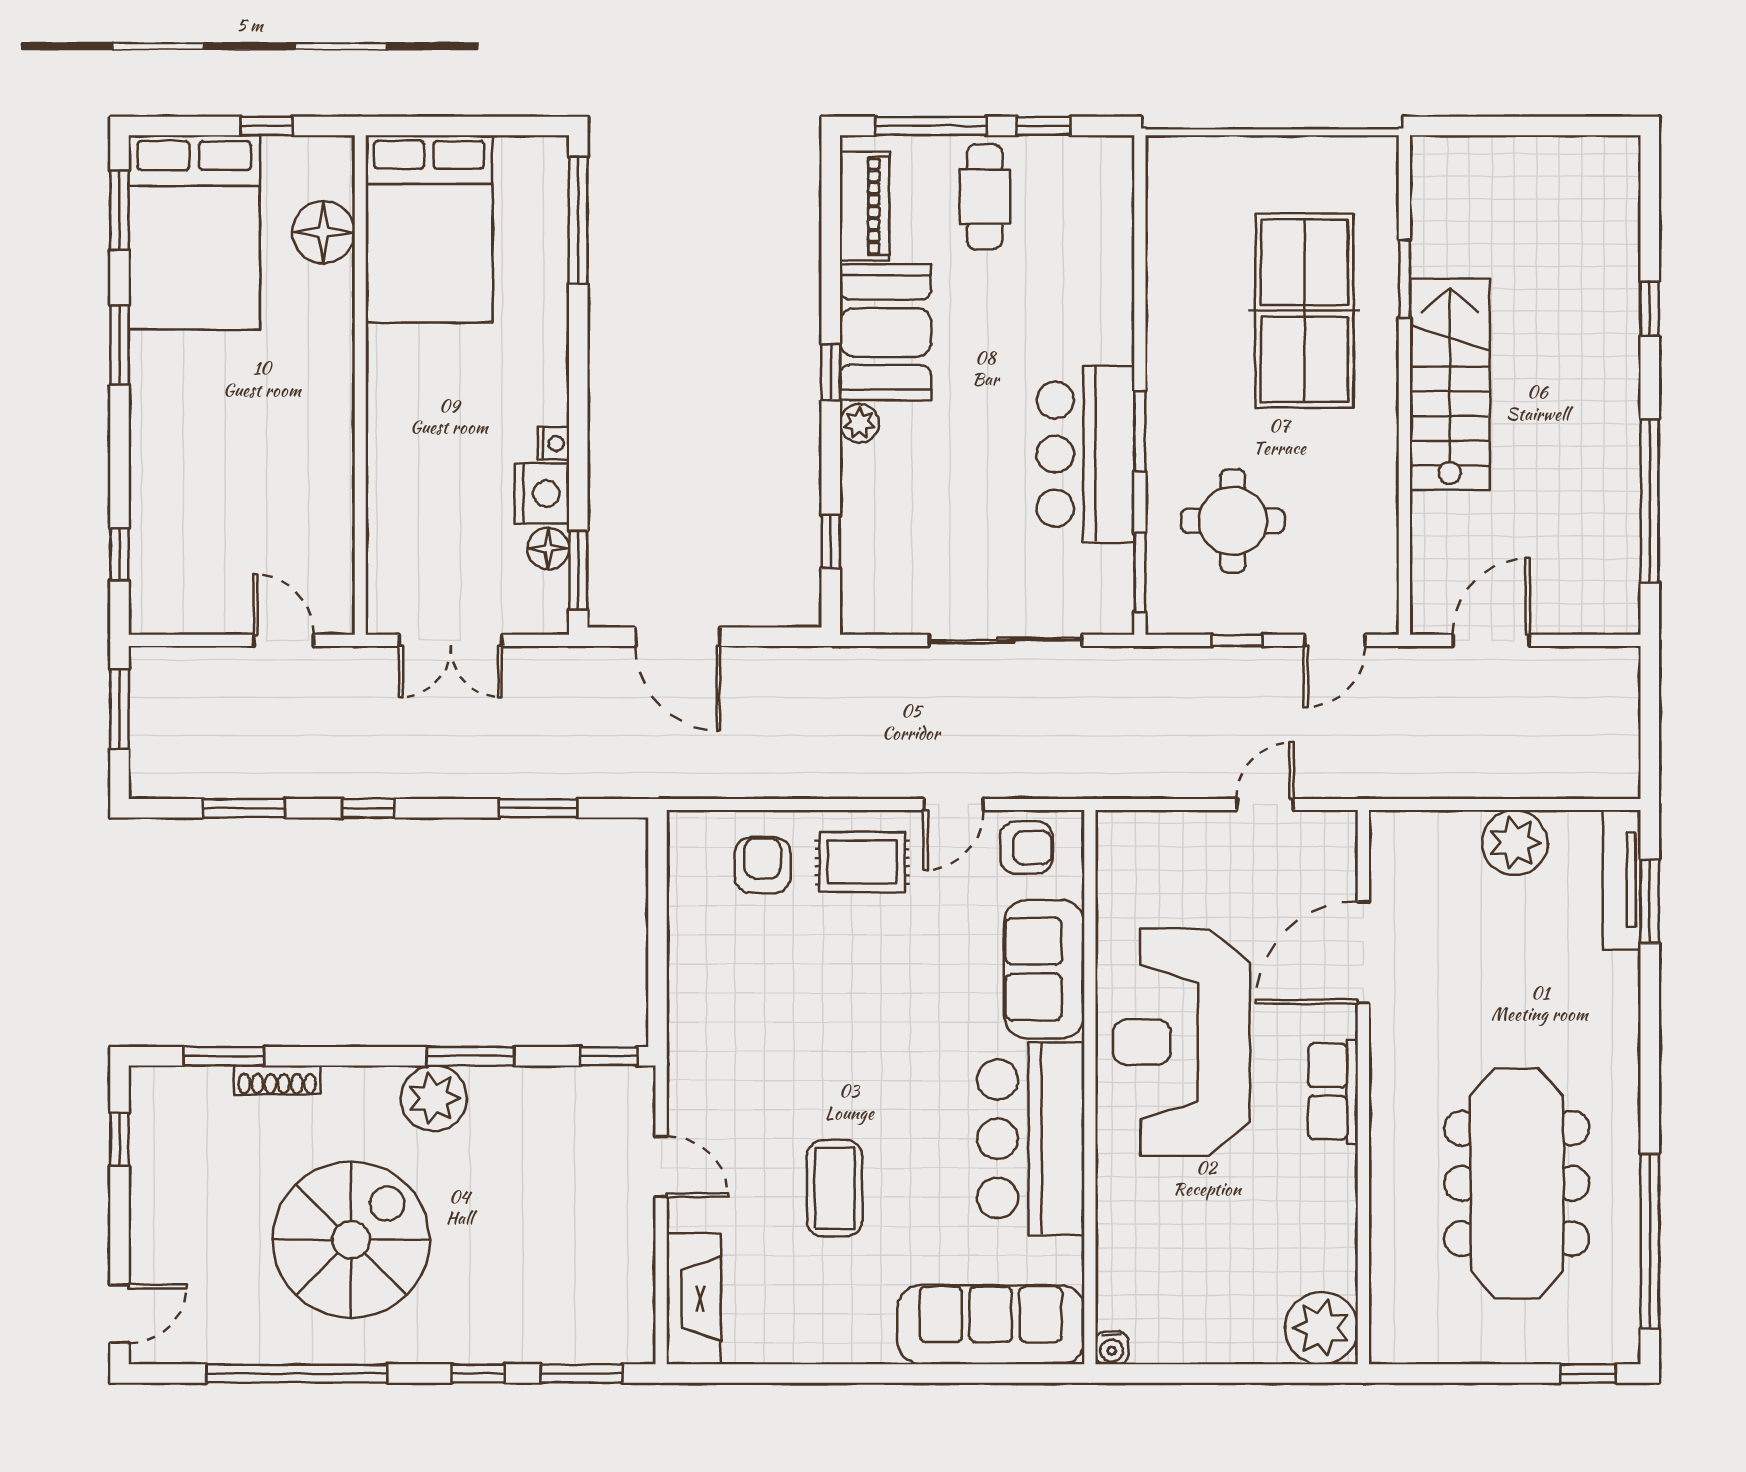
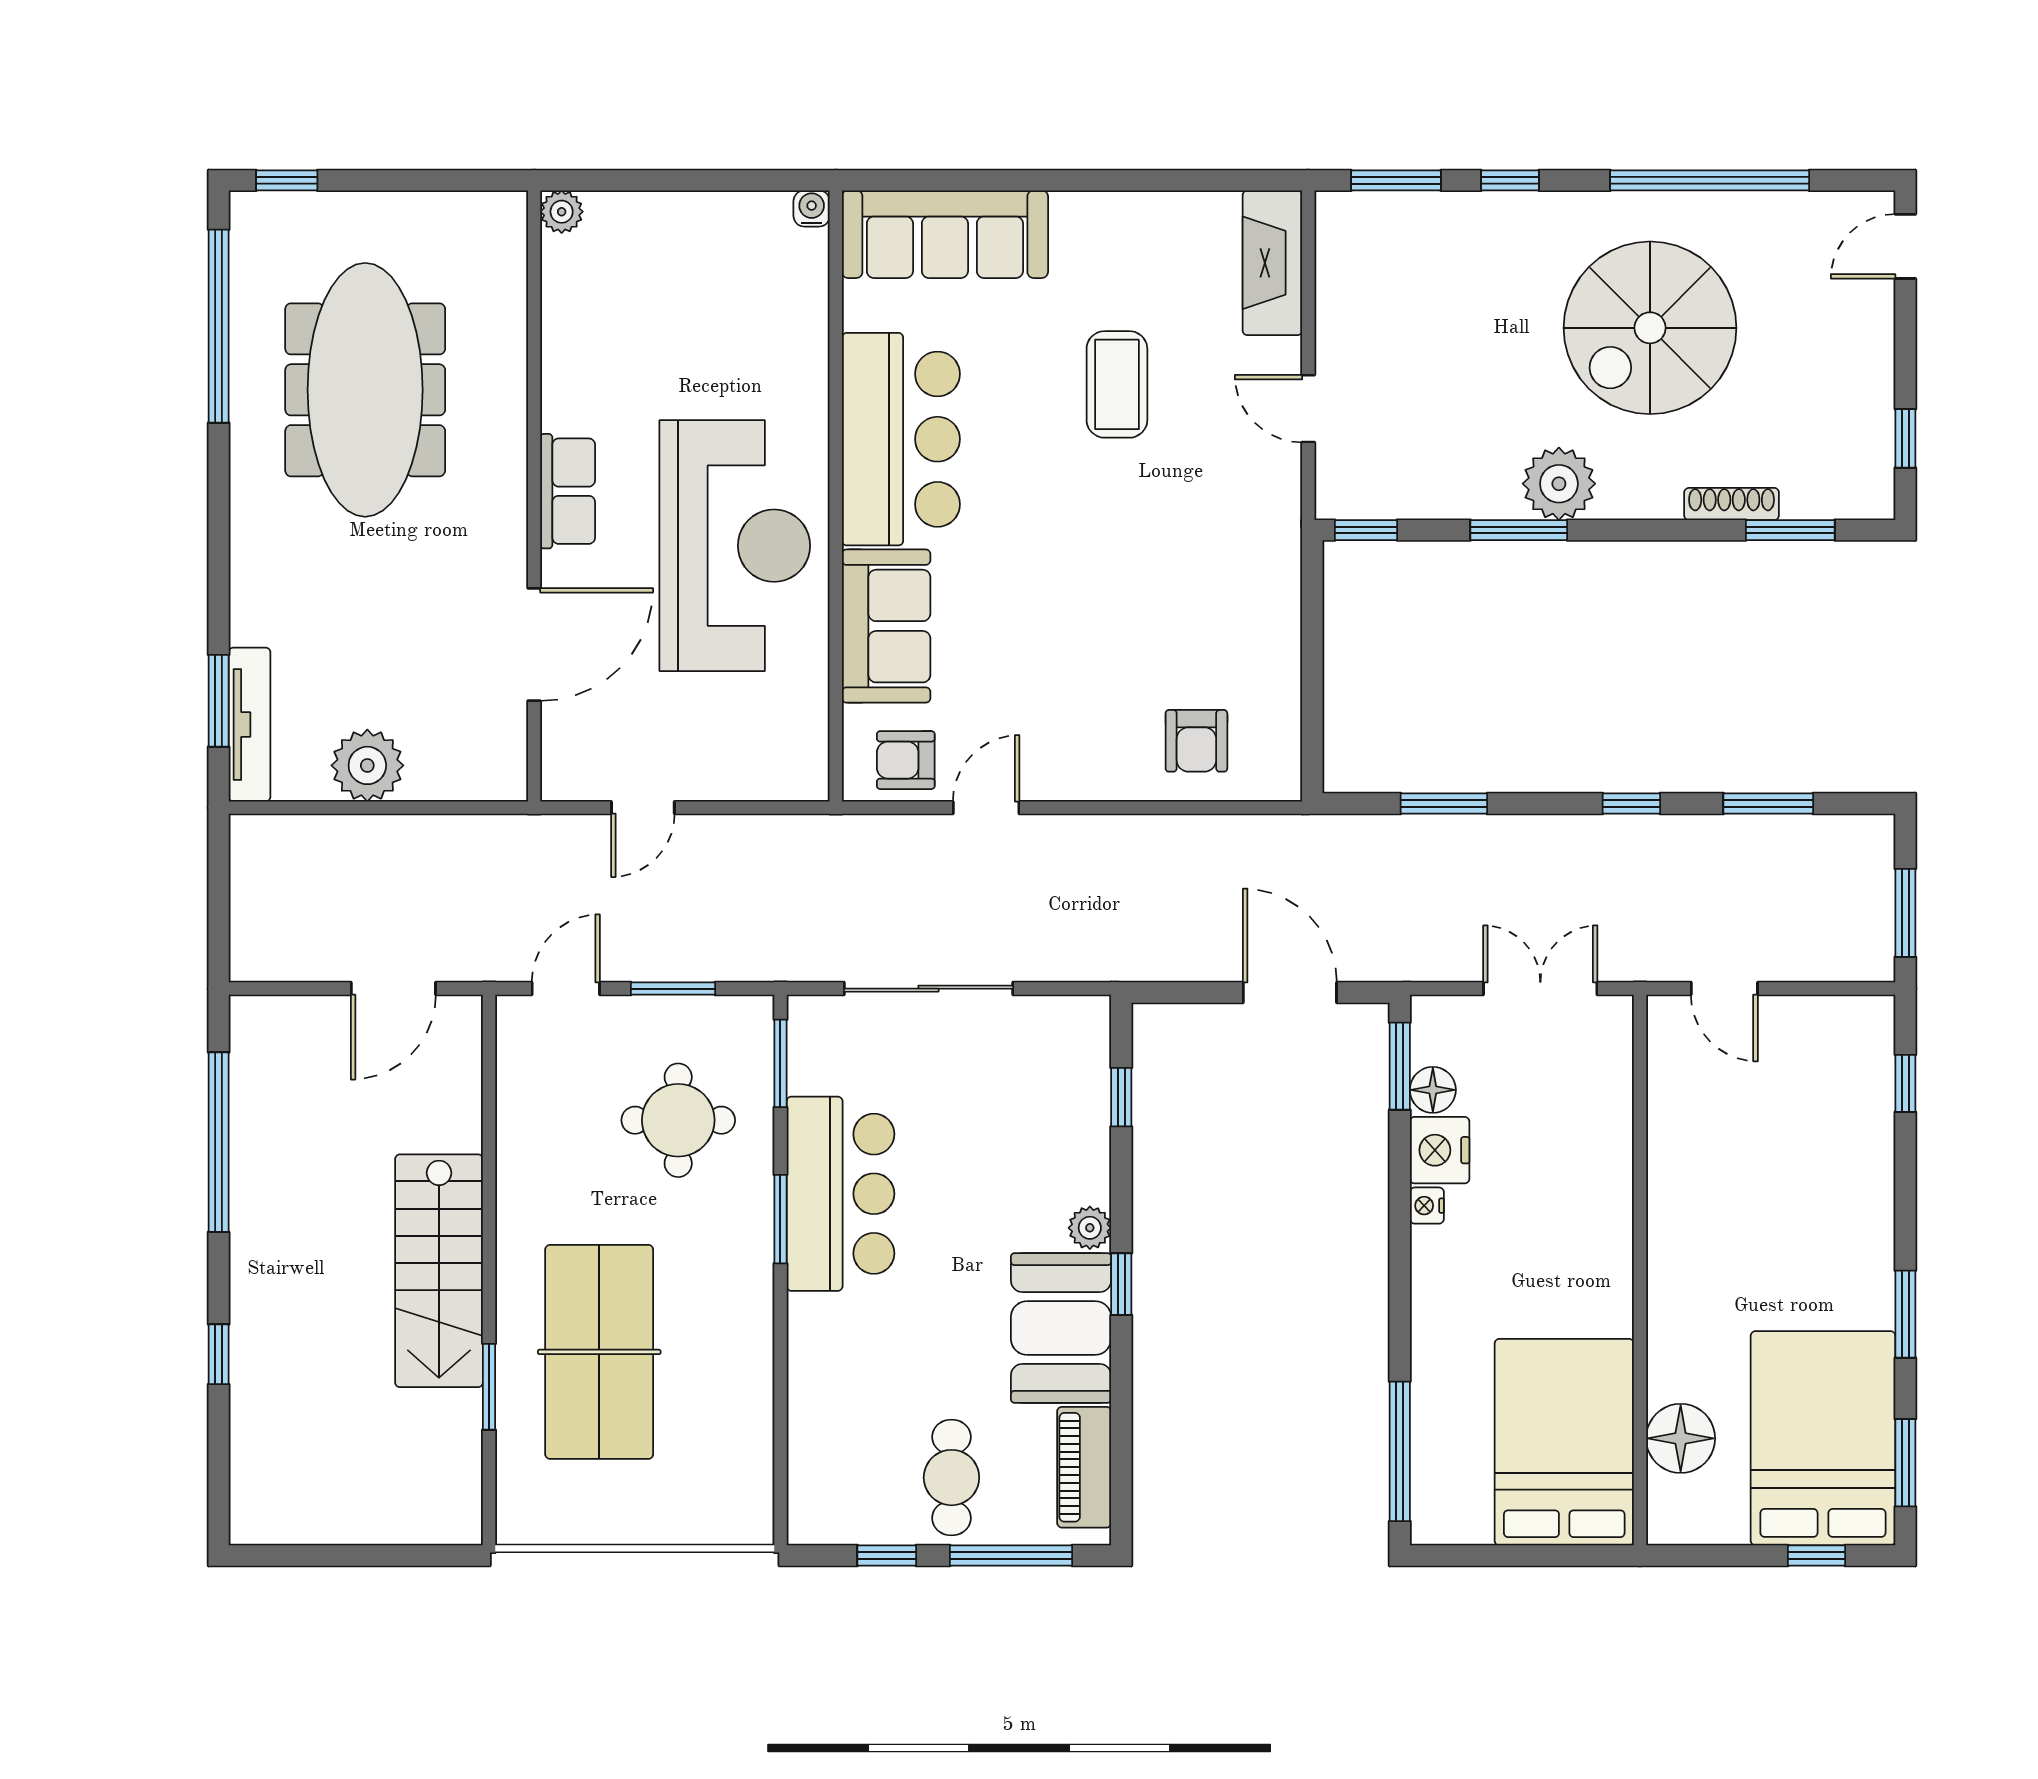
window: (266, 126) -> (1817, 1555), moved
window: (1237, 640) -> (673, 989), width x1.50
rug: (862, 862) -> (1087, 744), removed
plant: (1322, 1328) -> (562, 212), width x0.53, depth x0.53

